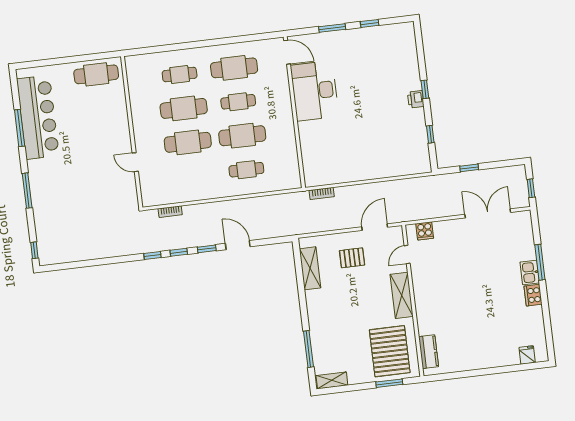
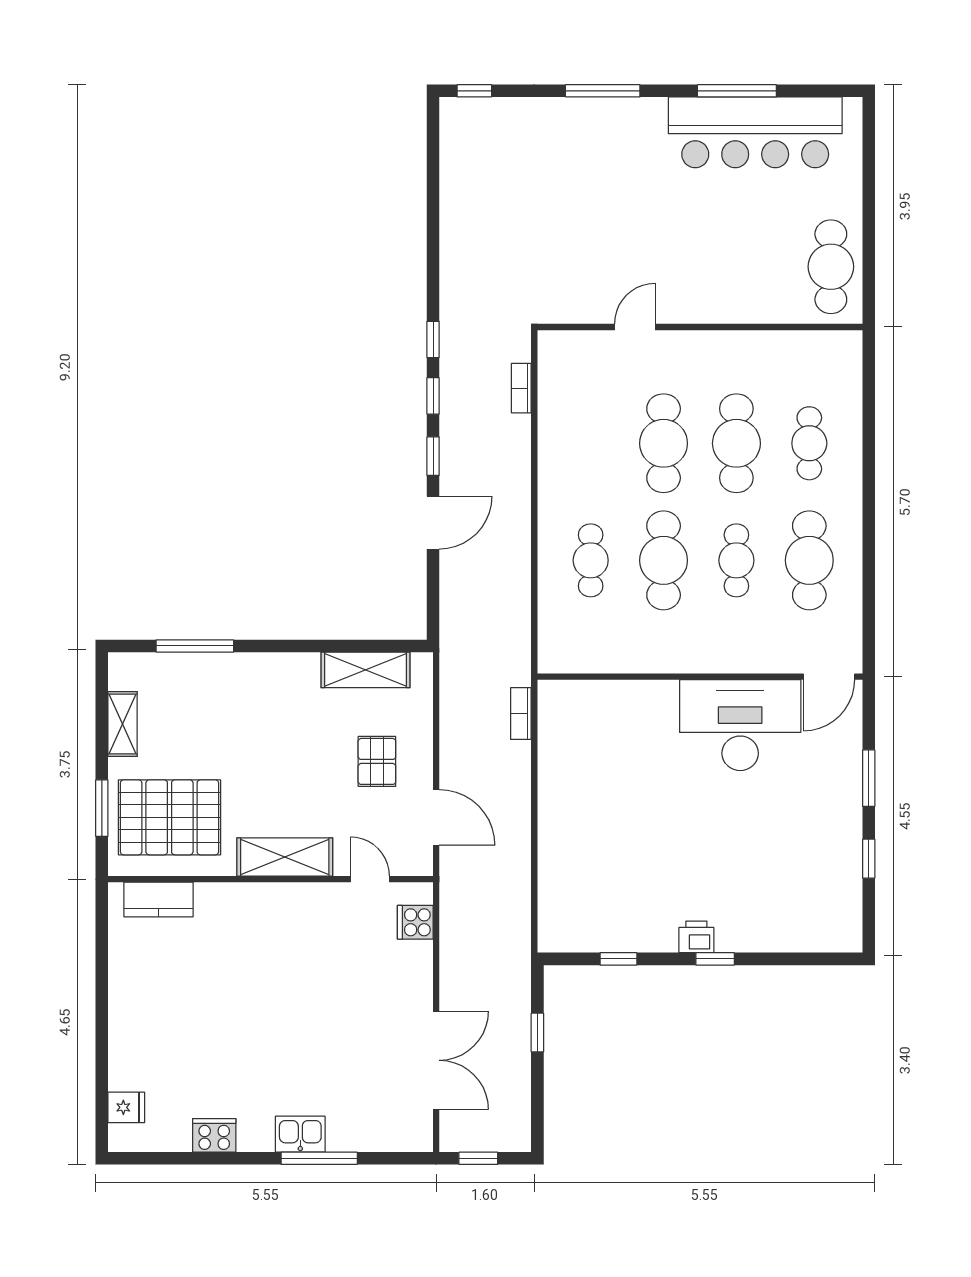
cooker: (533, 295) -> (214, 1135), moved
shelving: (332, 380) -> (123, 724), moved

